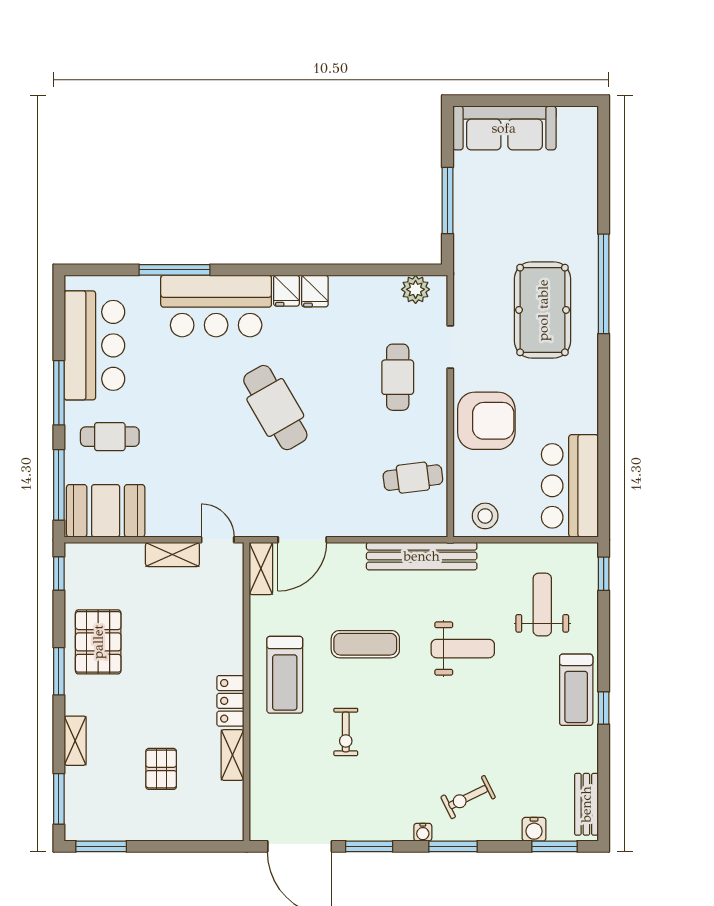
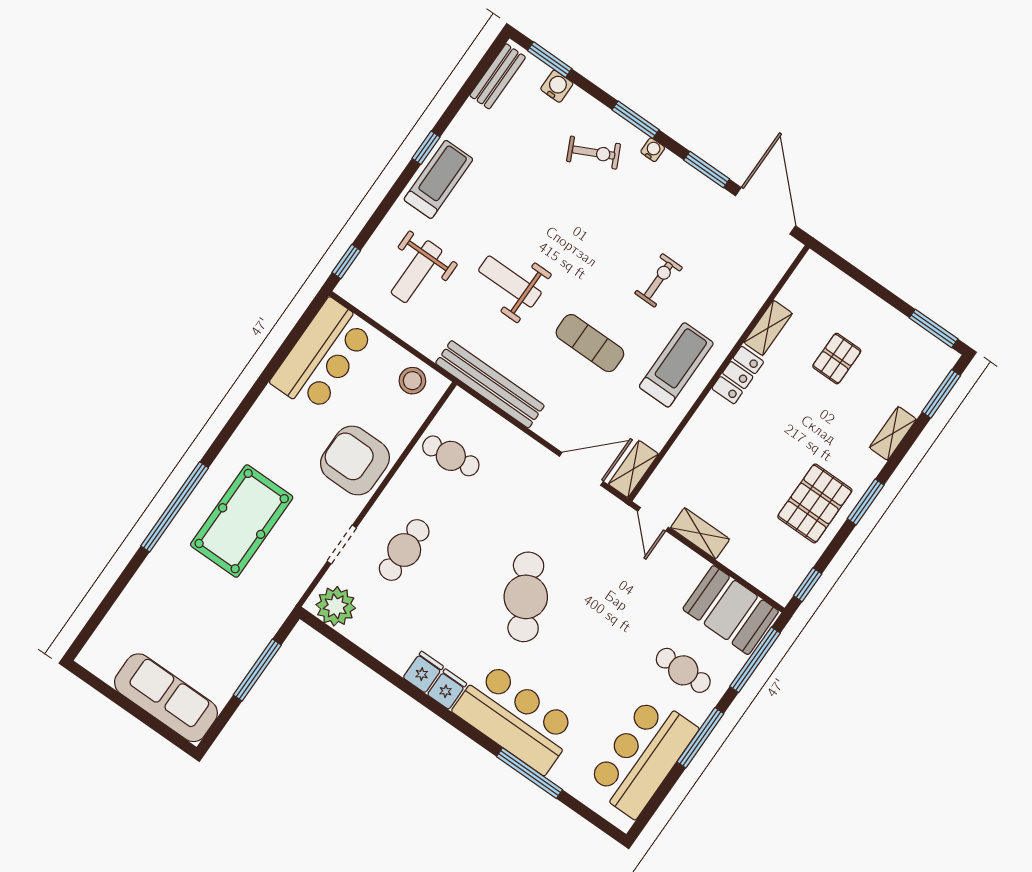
plant: (416, 289) -> (336, 606), width x1.36, depth x1.36

